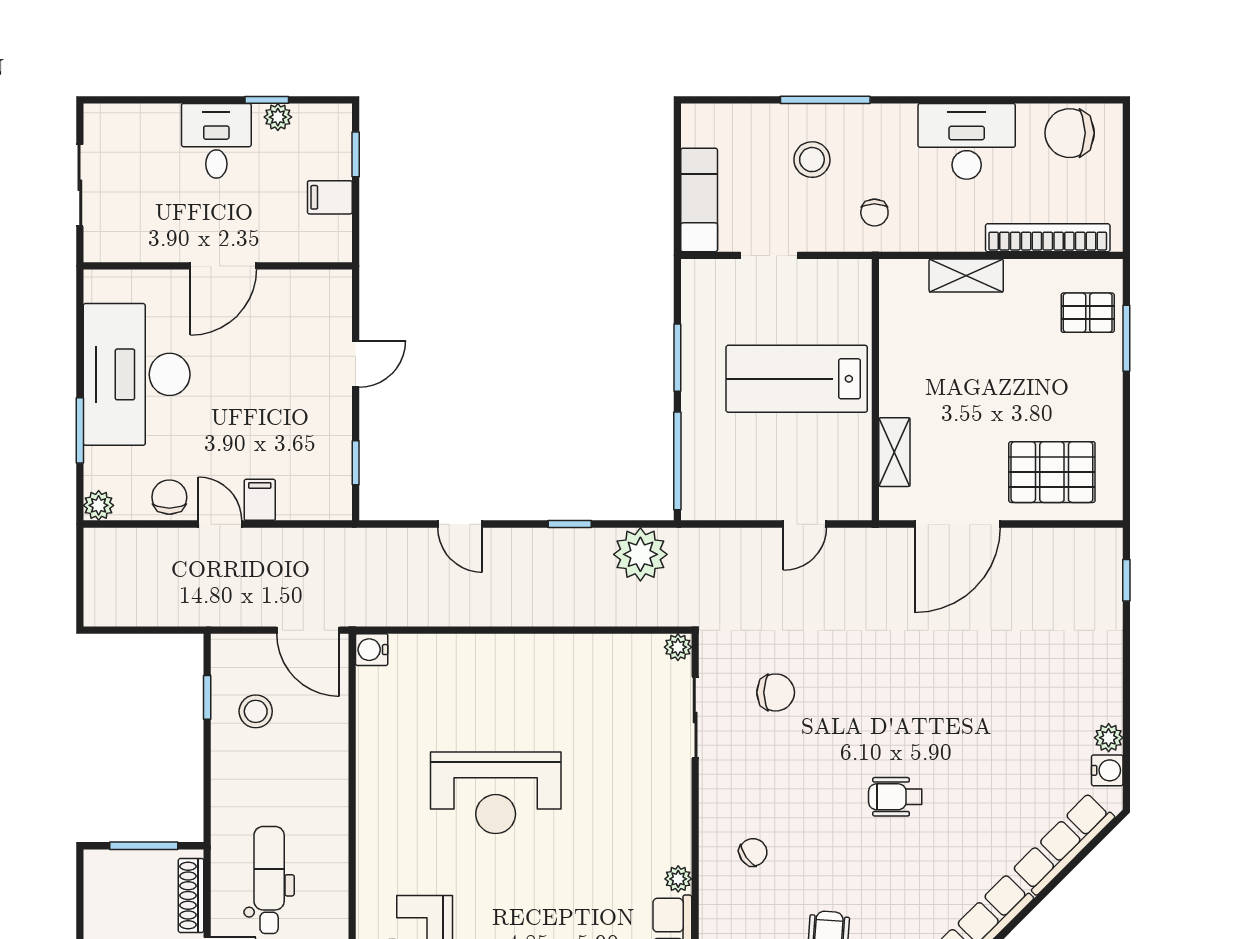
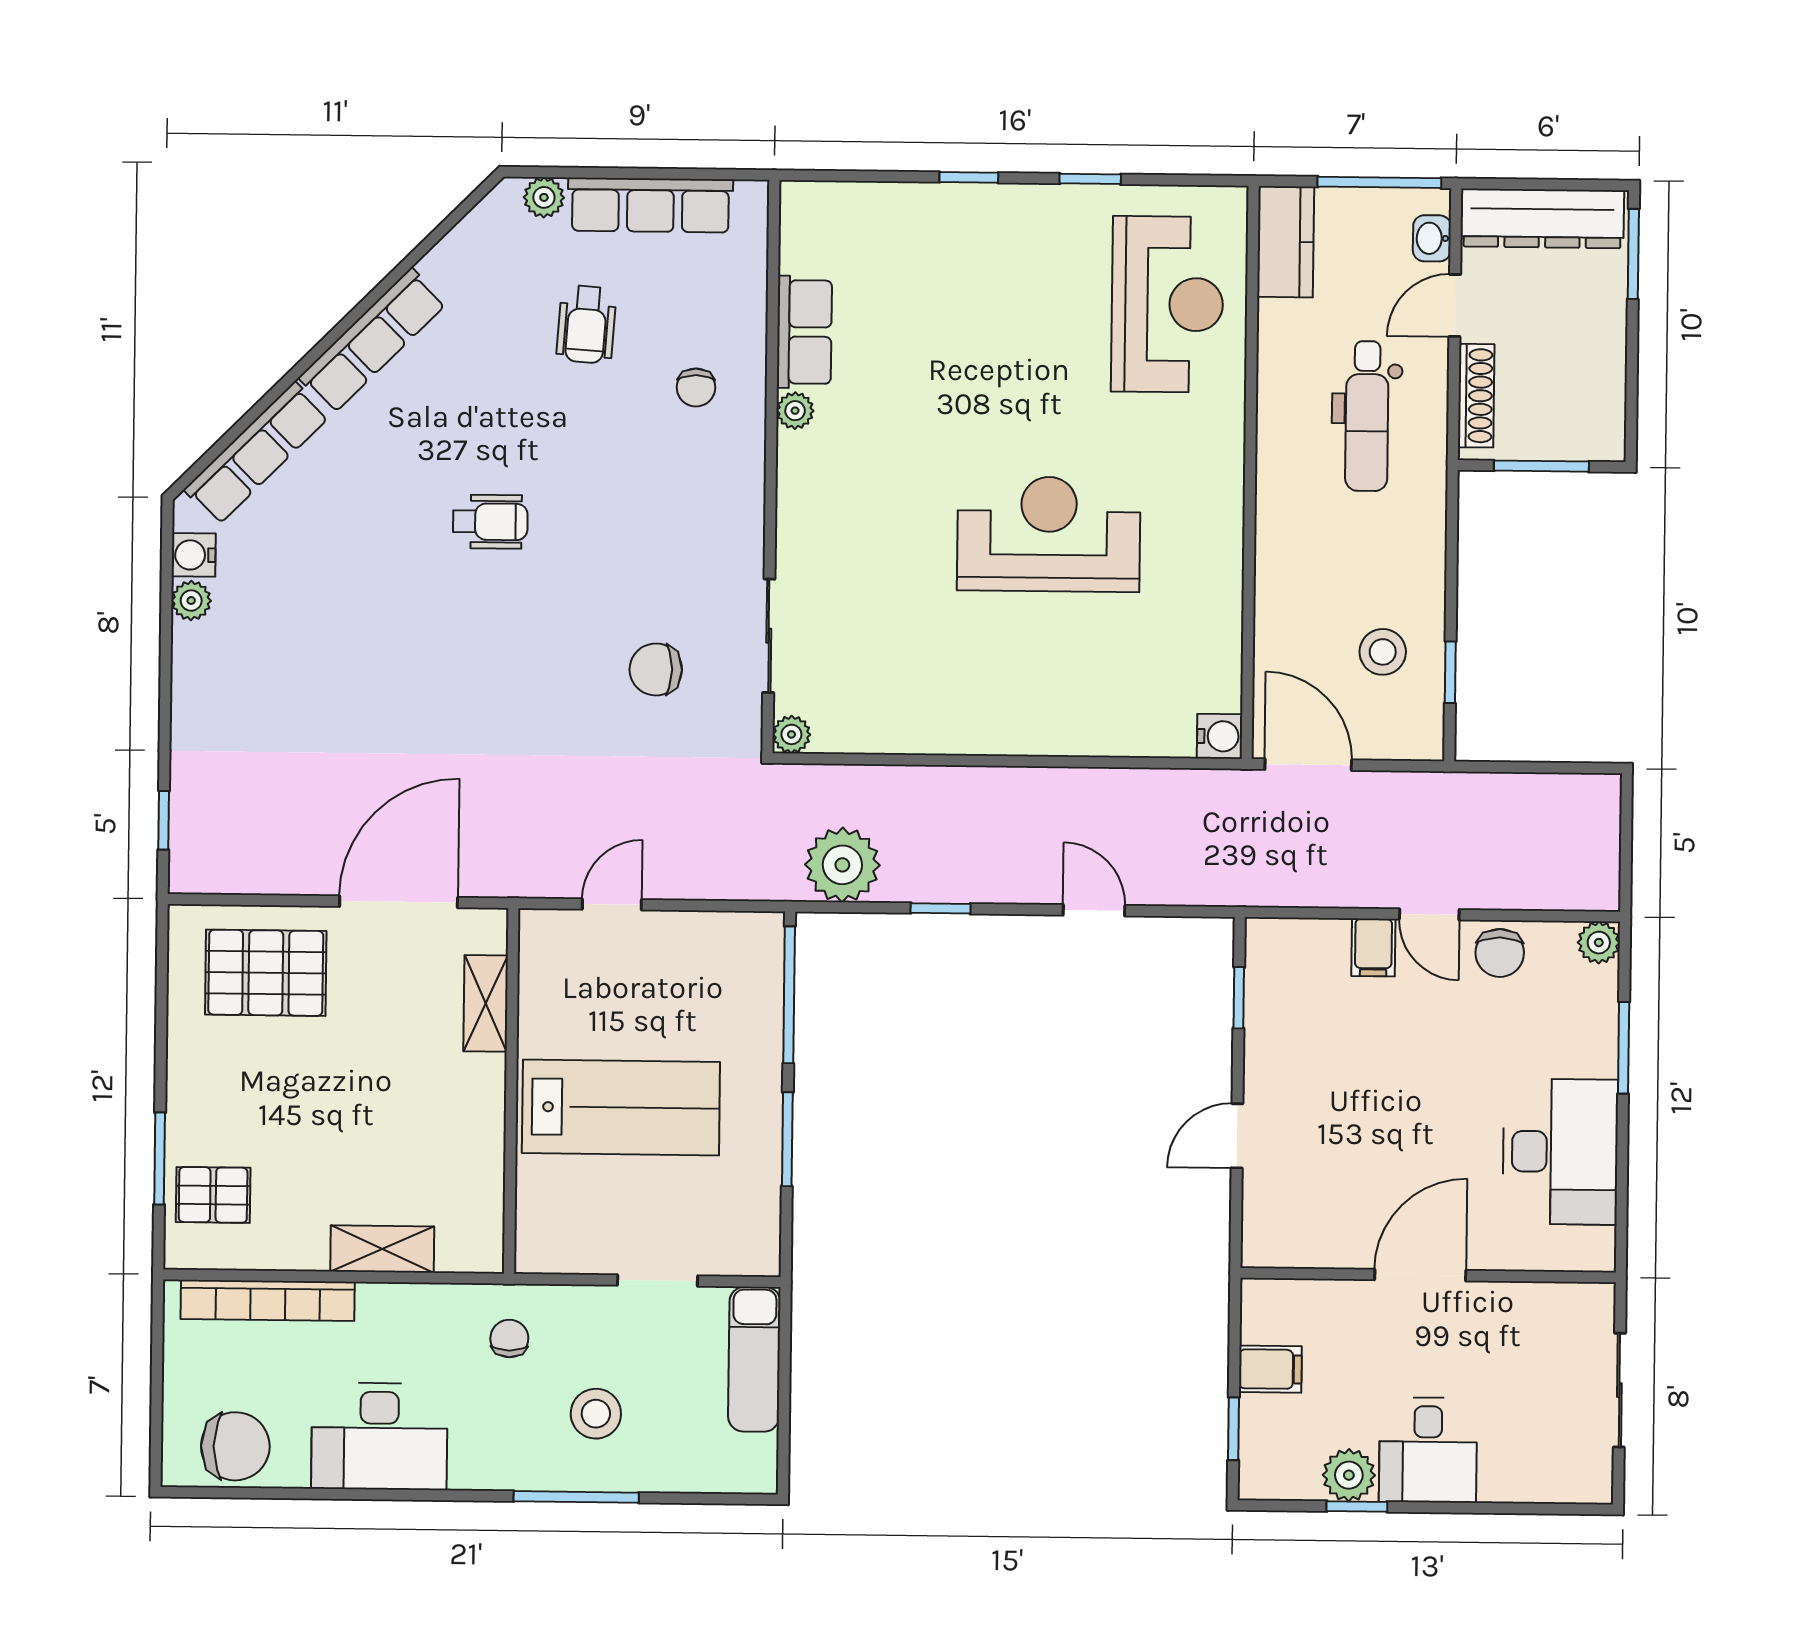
plant: (278, 117) -> (1349, 1475), width x1.38, depth x1.38
desk: (137, 374) -> (1560, 1152), width x0.73, depth x0.77
chair: (753, 852) -> (696, 387), moved, turned -55

